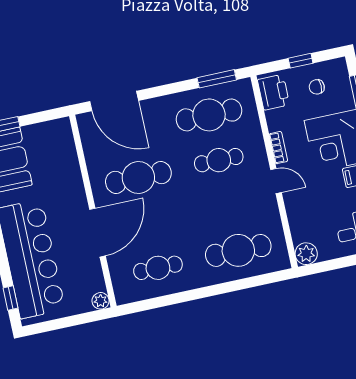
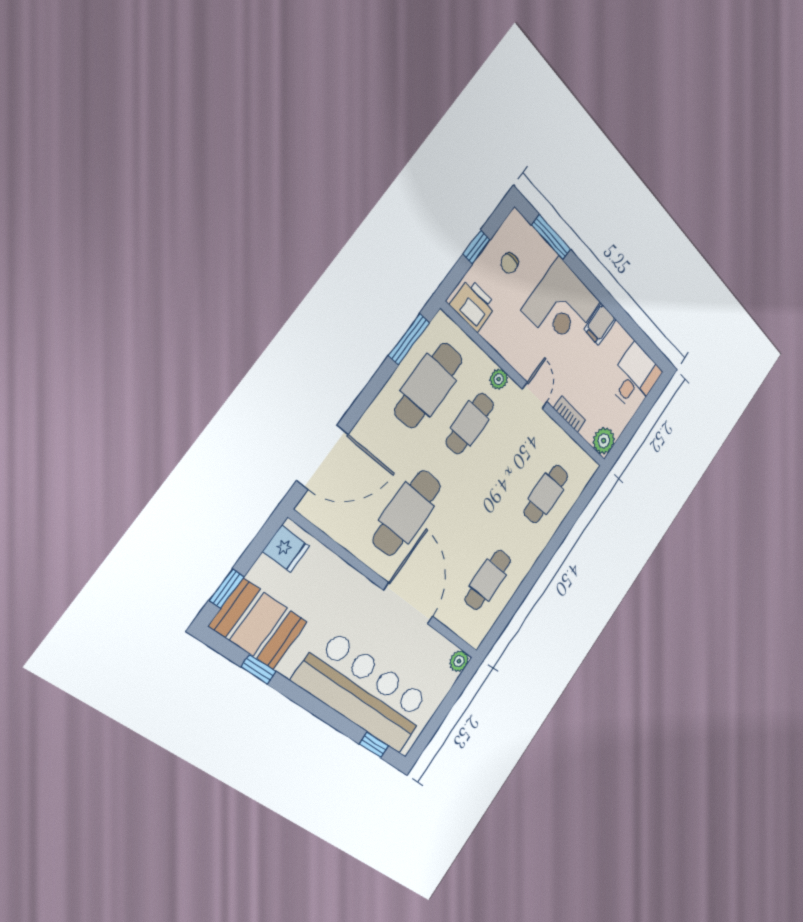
fridge: (54, 133) -> (286, 549), added
bookcase: (278, 148) -> (570, 414), moved
plant: (258, 150) -> (499, 379), added
door: (276, 181) -> (535, 396), hinge flipped
cafe table: (238, 250) -> (546, 494), width x0.73, depth x0.74

